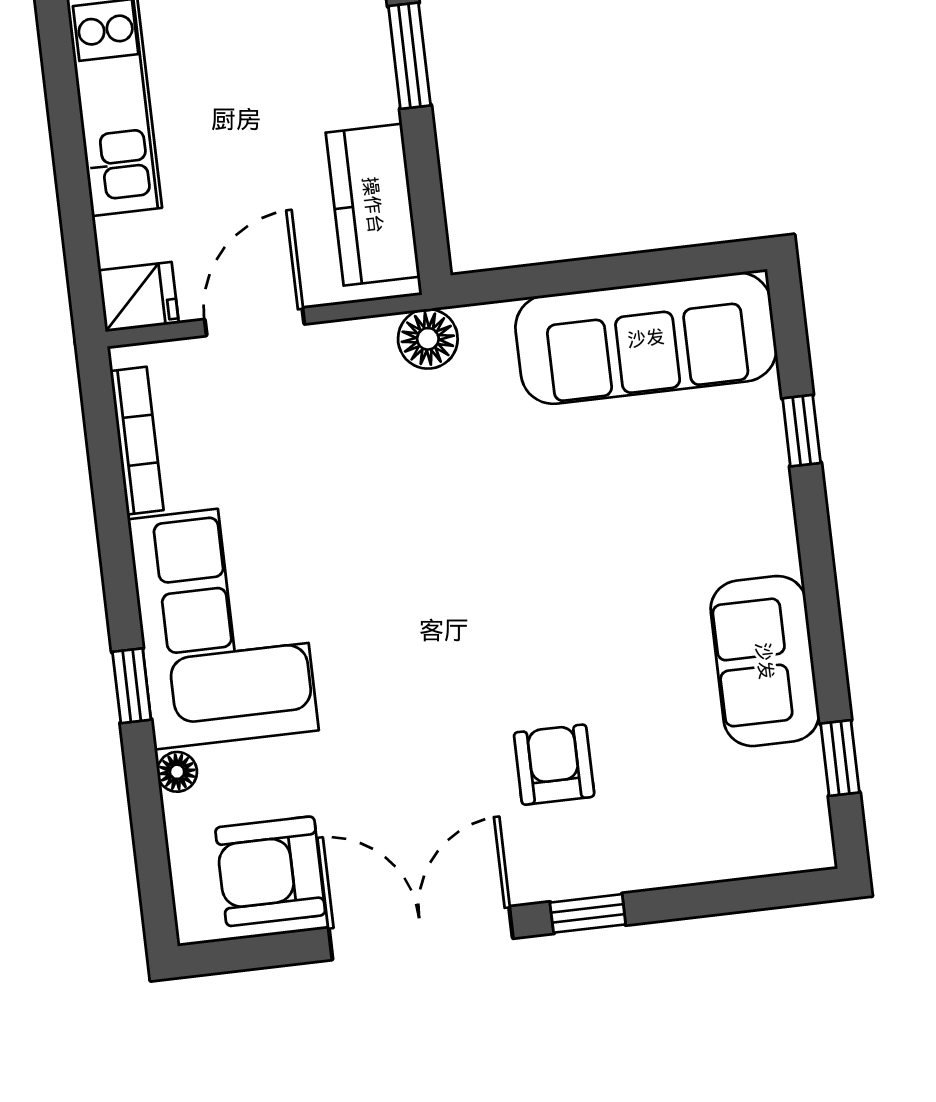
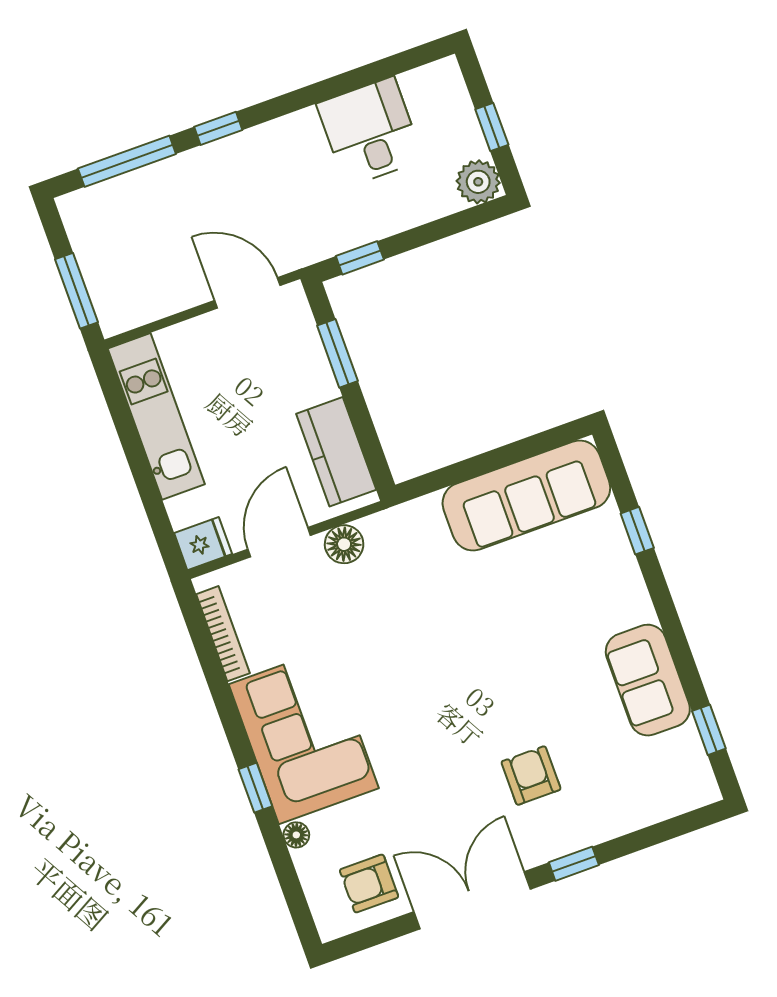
floor lamp: (428, 339) -> (344, 544), moved
armchair: (270, 871) -> (369, 884), width x0.72, depth x0.72

